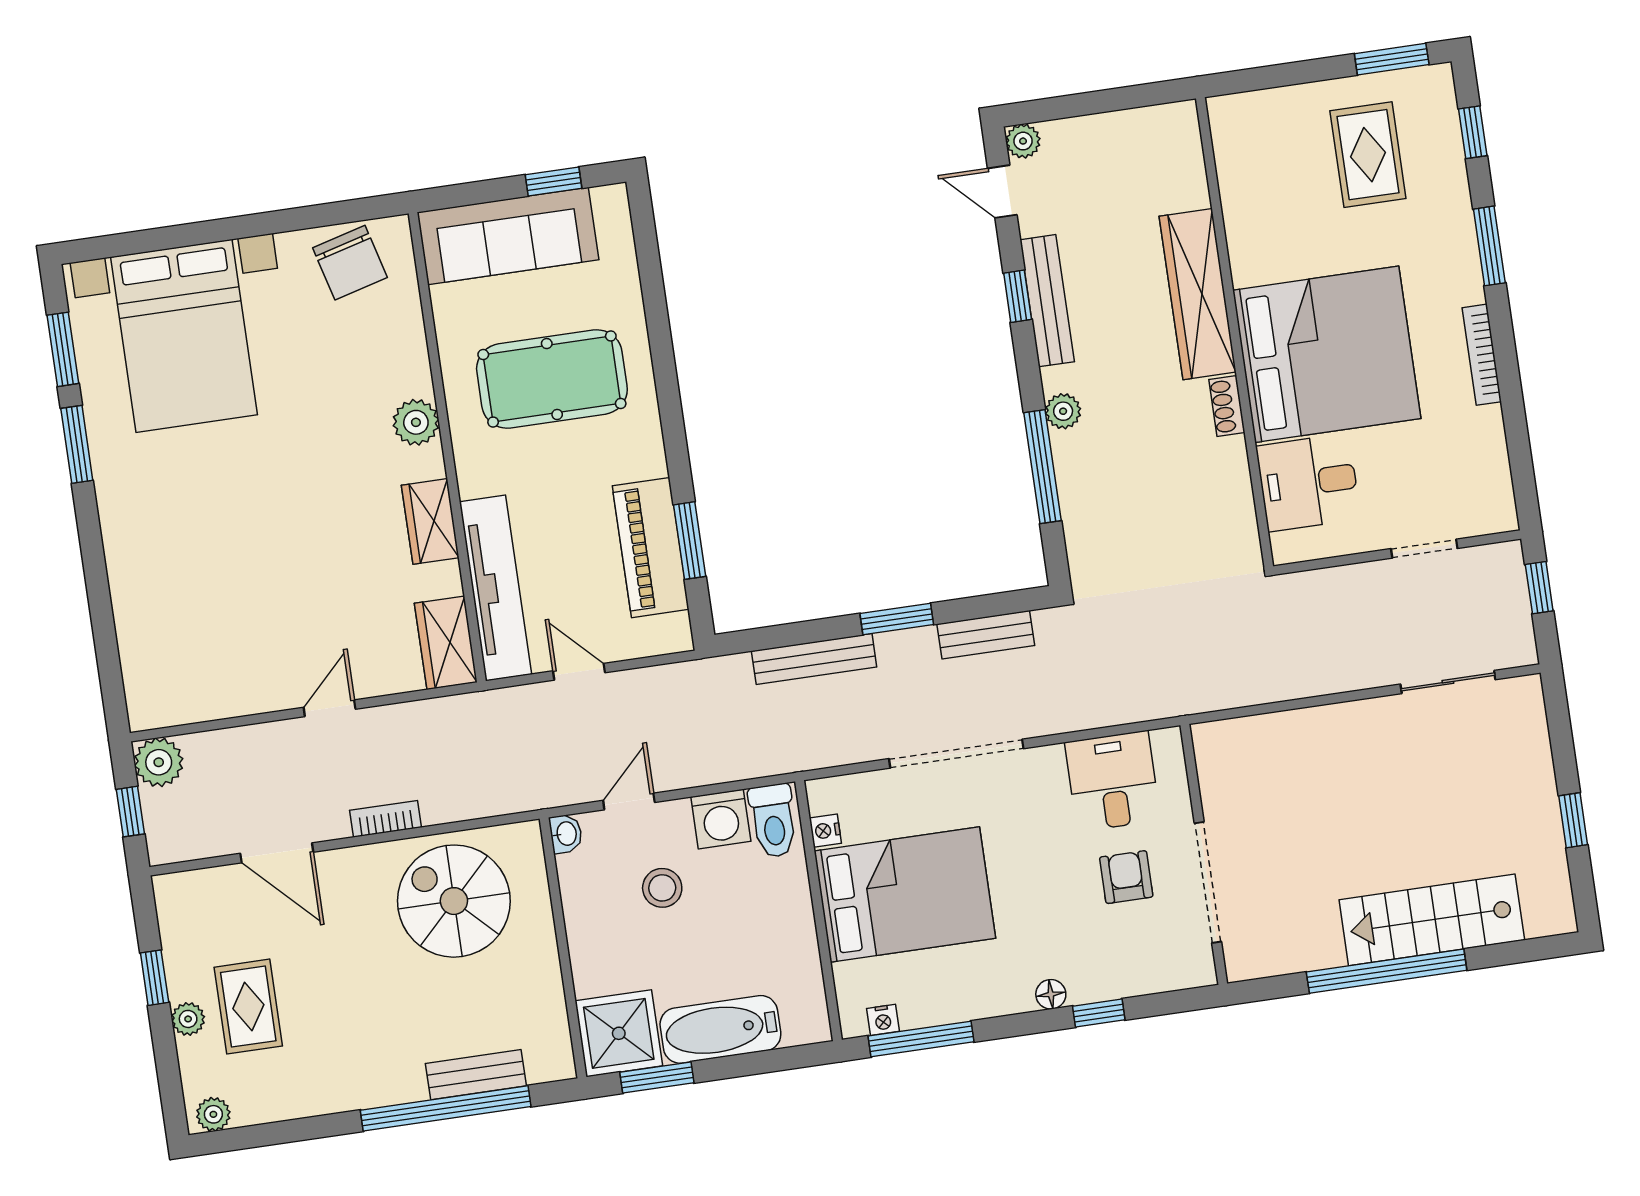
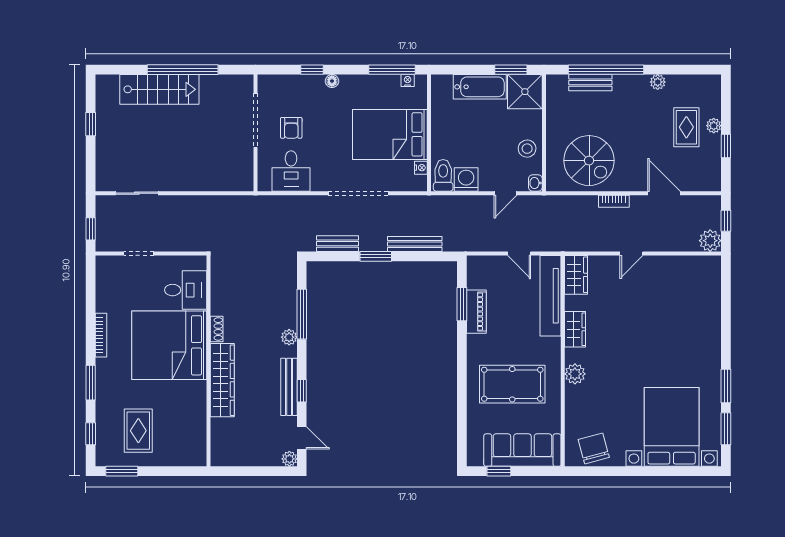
piano: (651, 548) -> (476, 312), width x0.73, depth x0.75
stool: (662, 888) -> (527, 149), moved
plant: (213, 1114) -> (658, 82), moved

